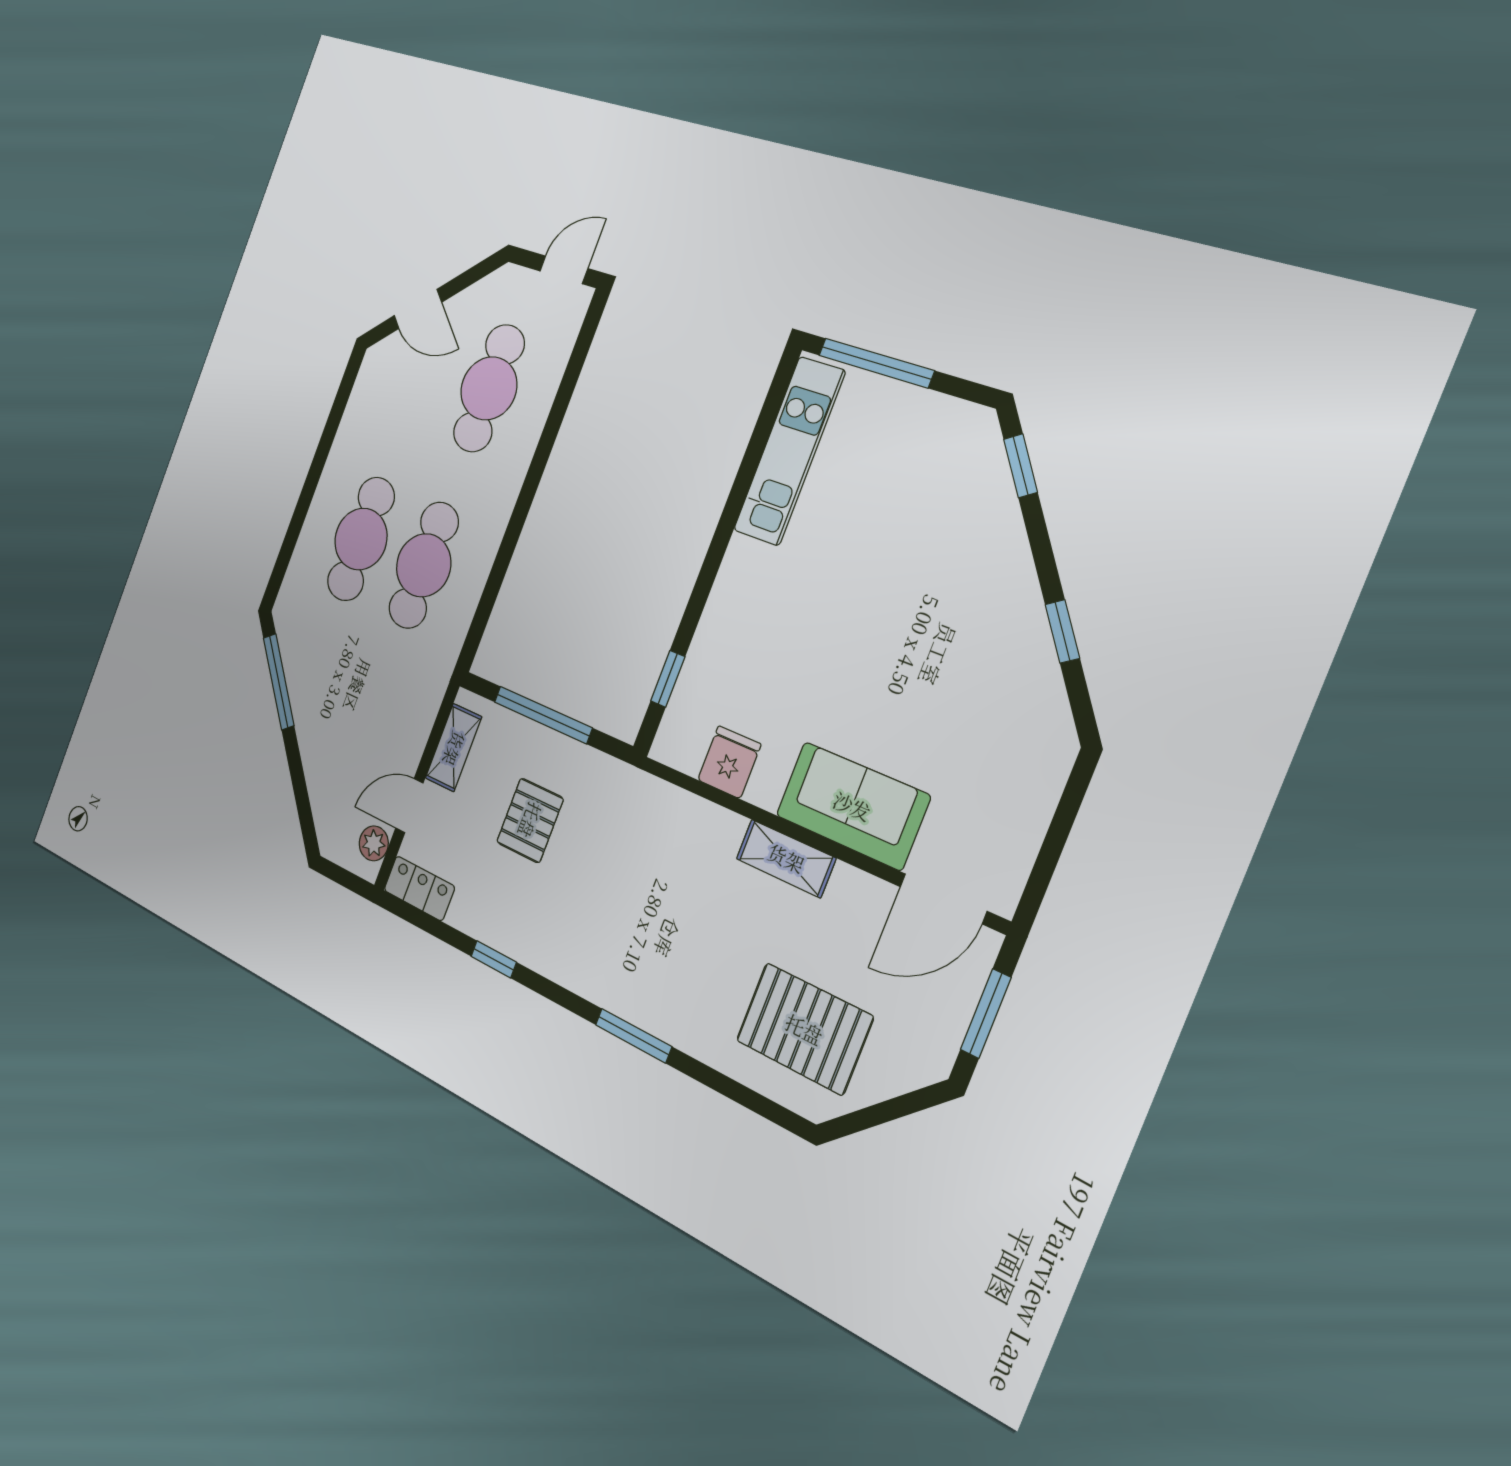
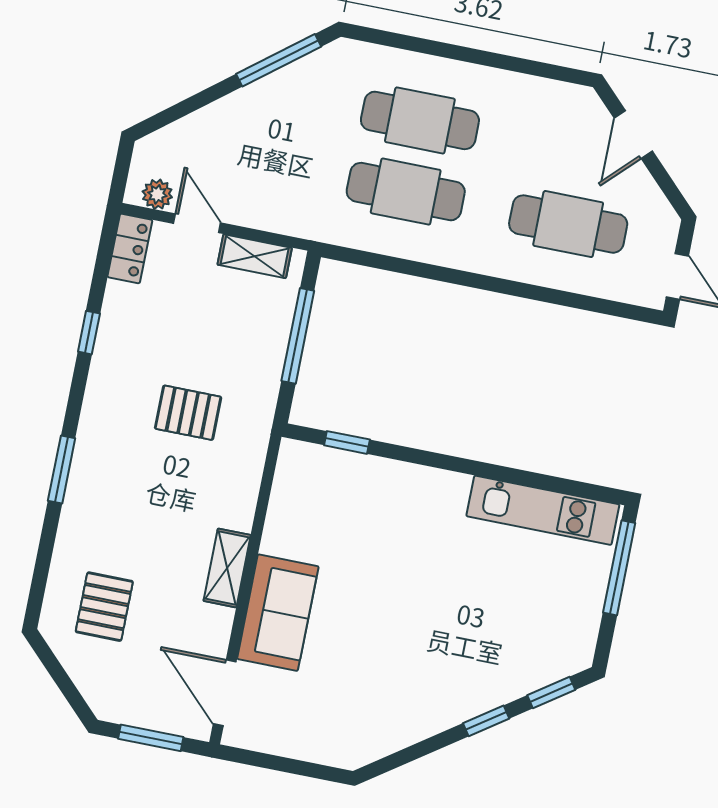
window: (1062, 631) -> (486, 721), moved
fridge: (729, 762) -> (291, 508), removed
pallet: (530, 820) -> (188, 413), moved
pallet: (804, 1029) -> (104, 607), width x0.67, depth x0.71

